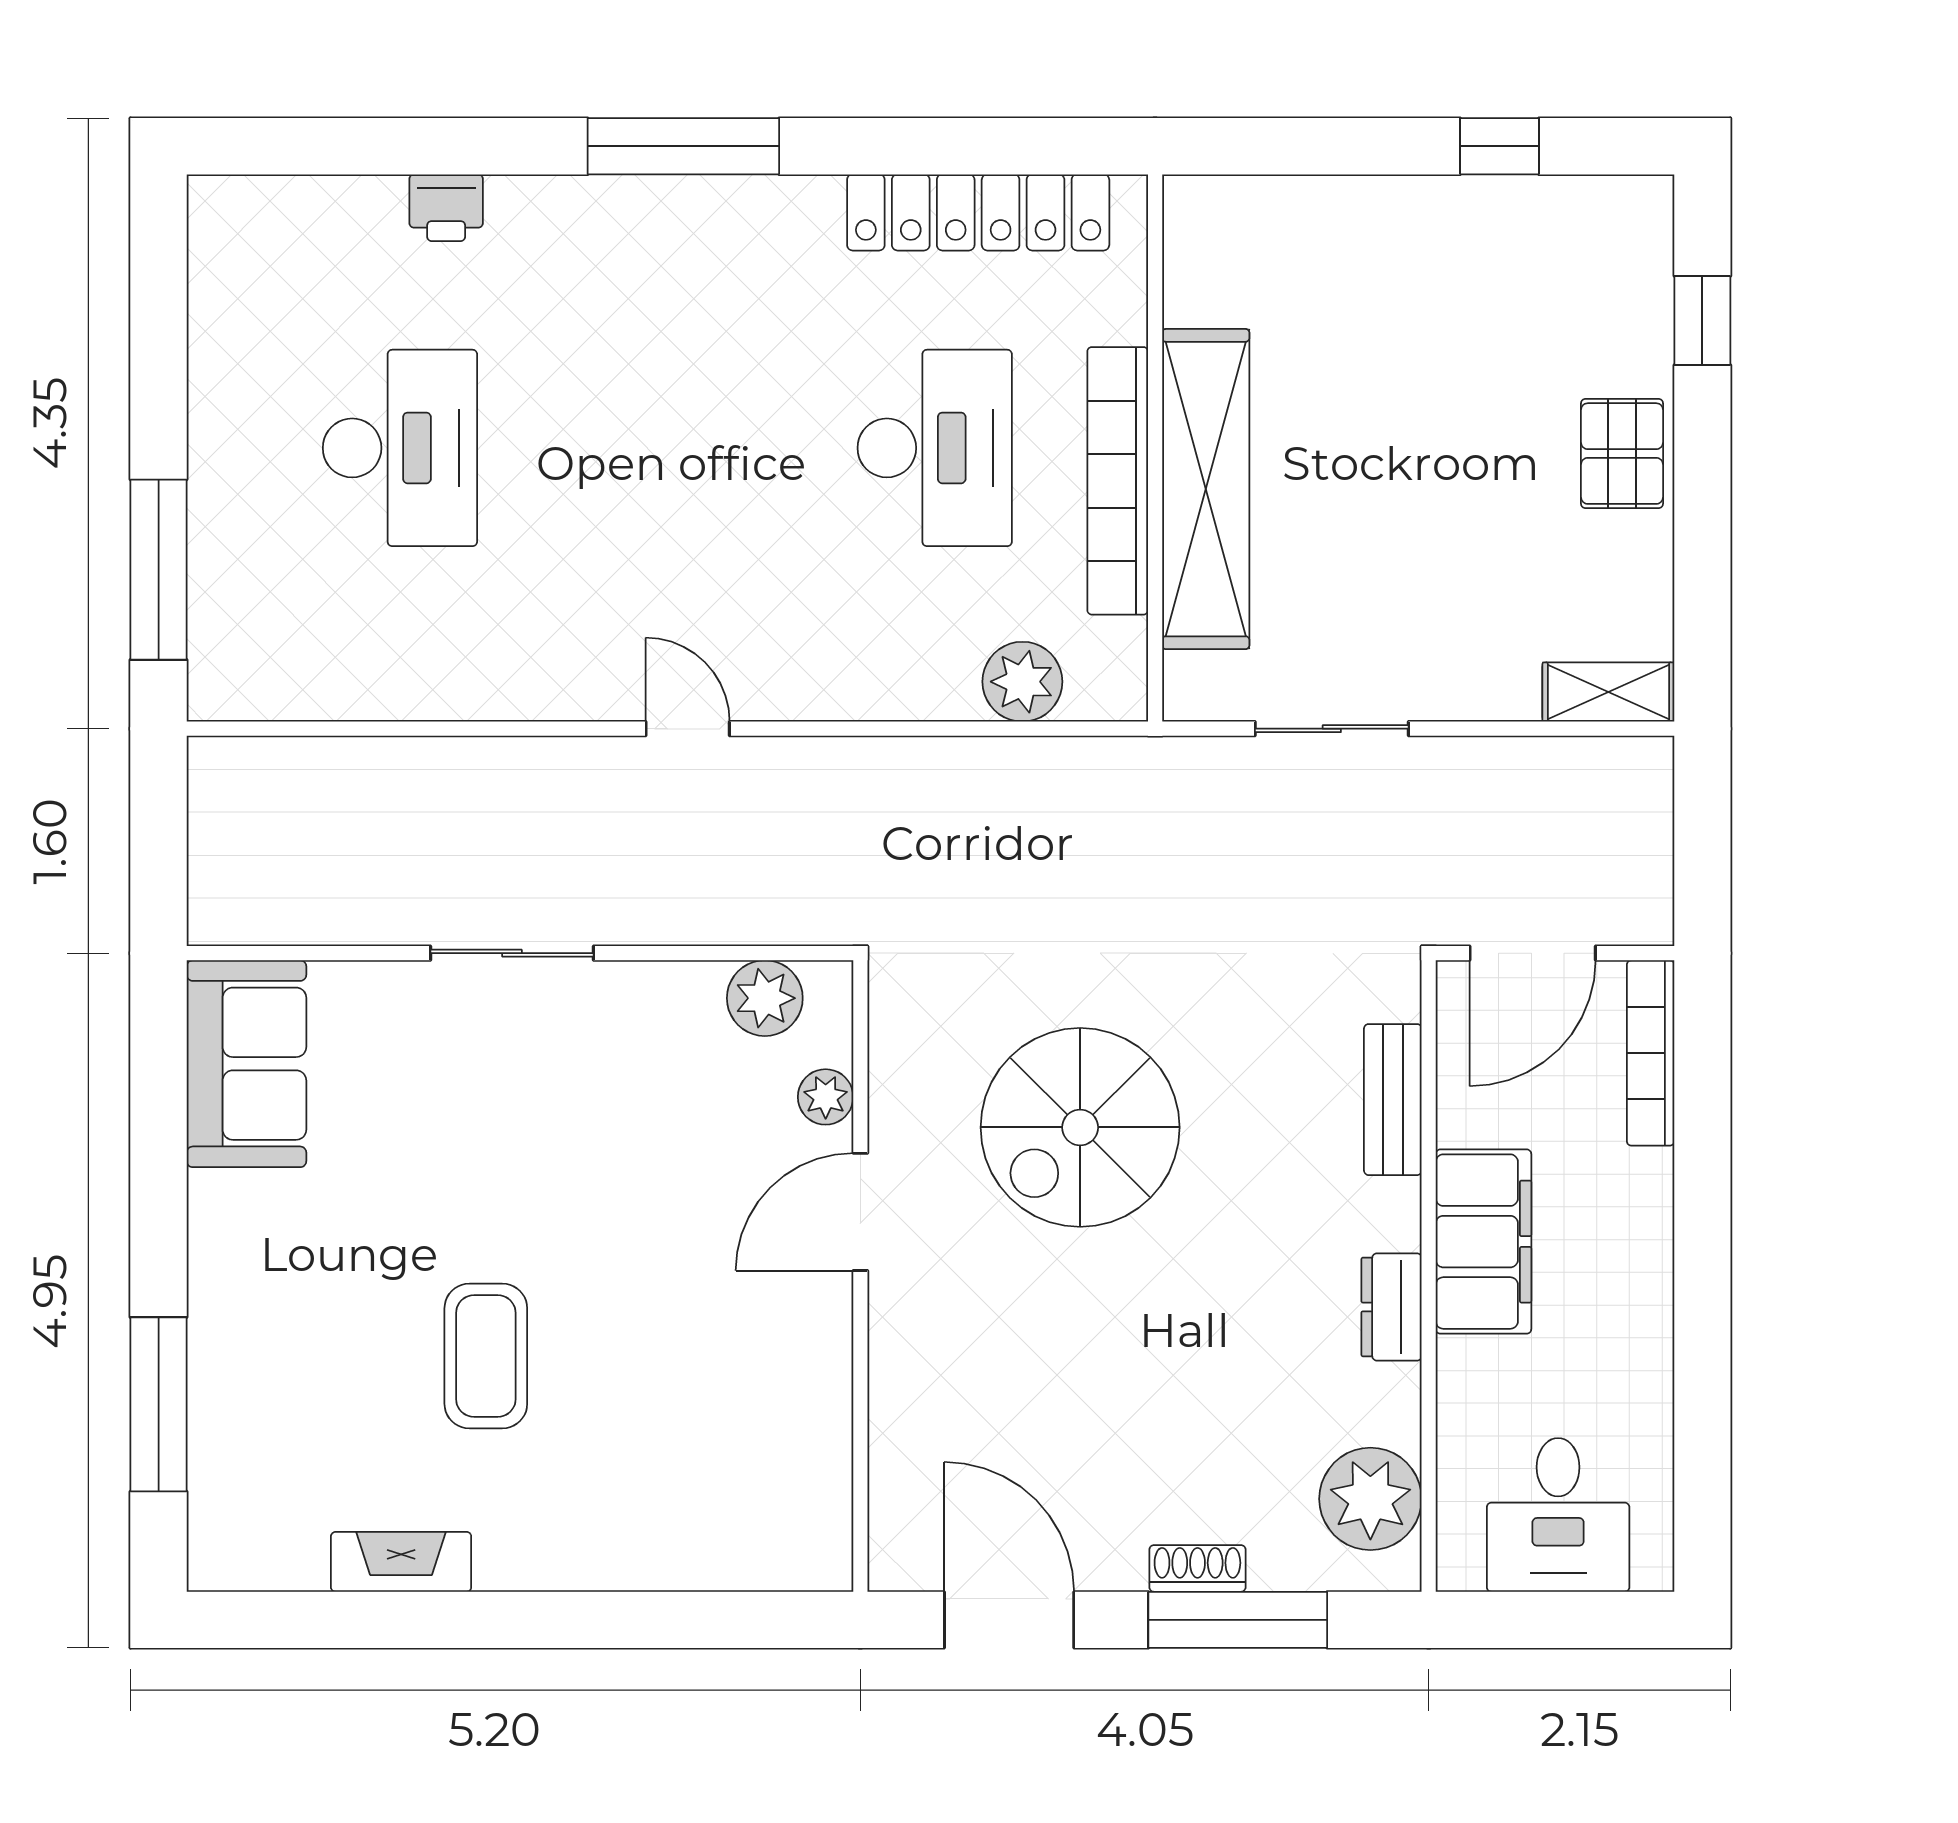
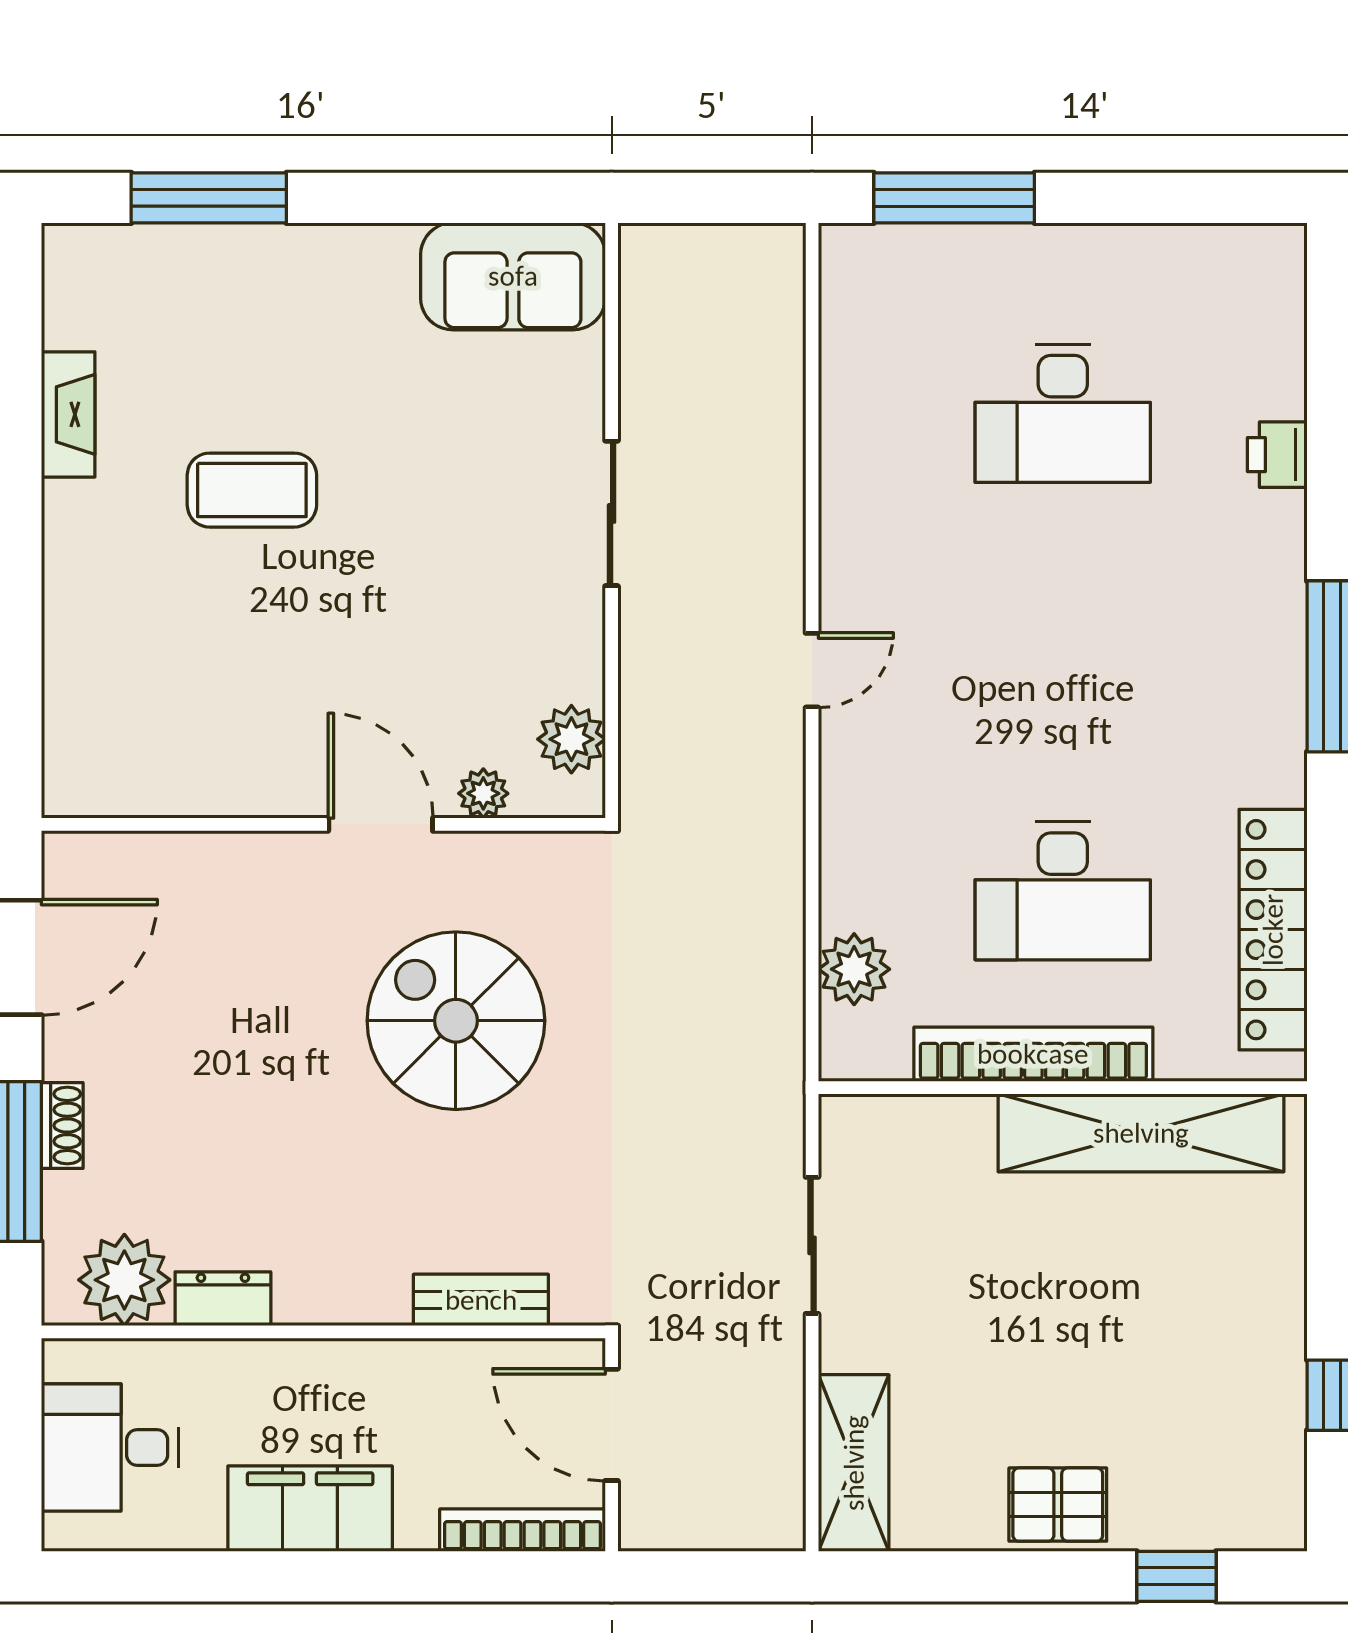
shelving: (1206, 489) -> (1141, 1133), moved
shelving: (1608, 692) -> (854, 1463), width x1.50, depth x1.33
filing cabinet: (1483, 1242) -> (310, 1509), moved, turned 180
dresser: (1392, 1307) -> (223, 1299), moved

